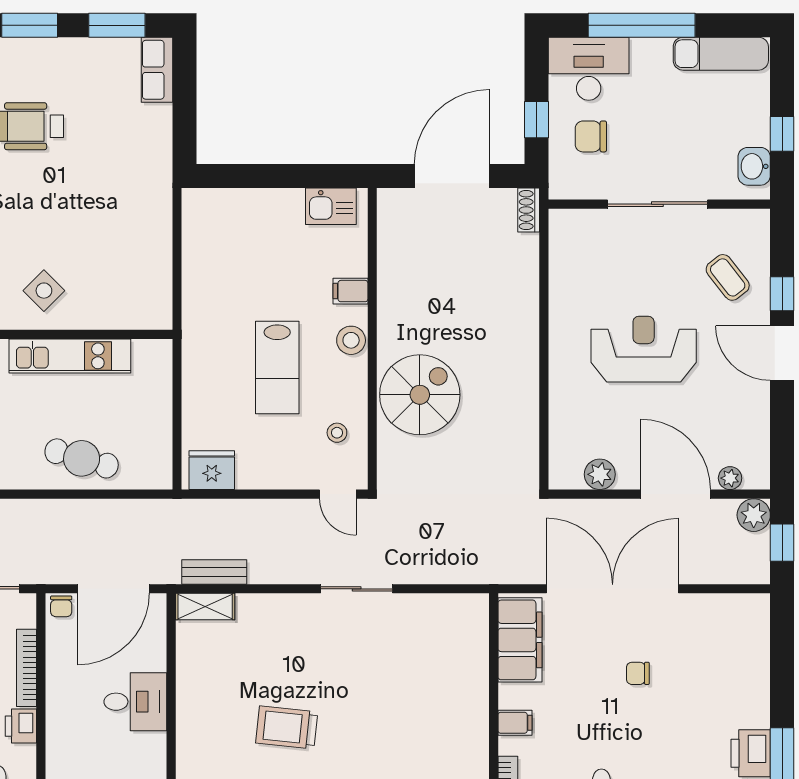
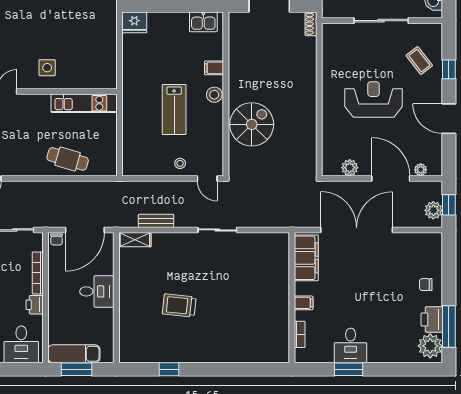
side table: (44, 291) -> (47, 68), turned 45
door: (782, 353) -> (449, 119), moved
kitchen unit: (70, 356) -> (84, 103), moved
stool: (337, 433) -> (180, 163), moved
fridge: (212, 470) -> (134, 22), moved, turned 180
plant: (754, 515) -> (433, 210), moved
bench: (214, 572) -> (156, 221), moved
chair: (638, 673) -> (426, 285), moved

